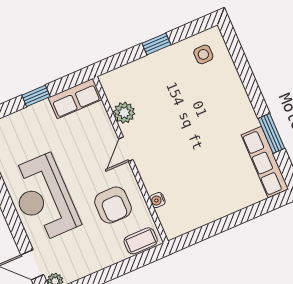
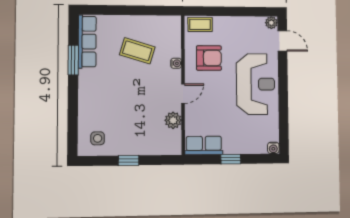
coffee table: (202, 177) -> (137, 51), added
water cooler: (157, 200) -> (176, 63), moved
armchair: (113, 205) -> (209, 58), turned 90

